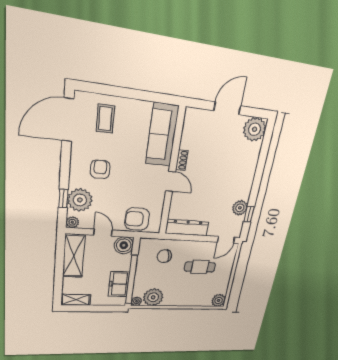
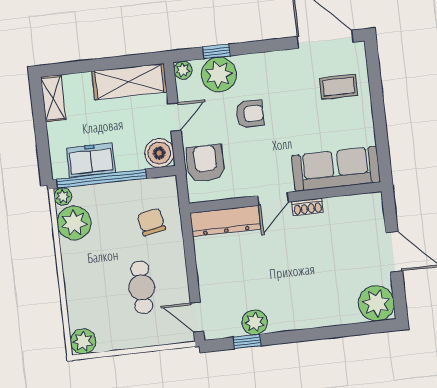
armchair: (100, 169) -> (250, 114), moved
dresser: (187, 228) -> (225, 221), moved, turned 90

